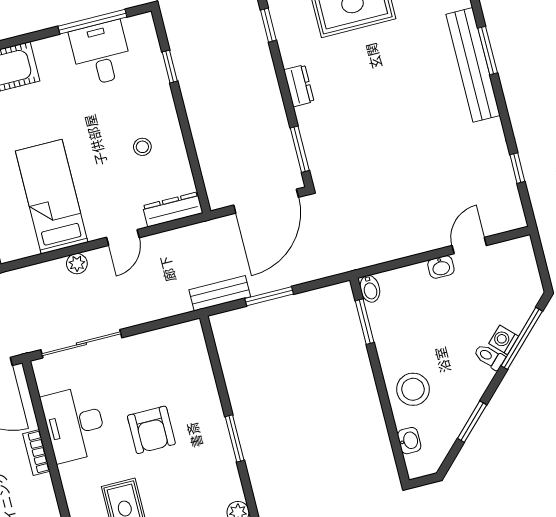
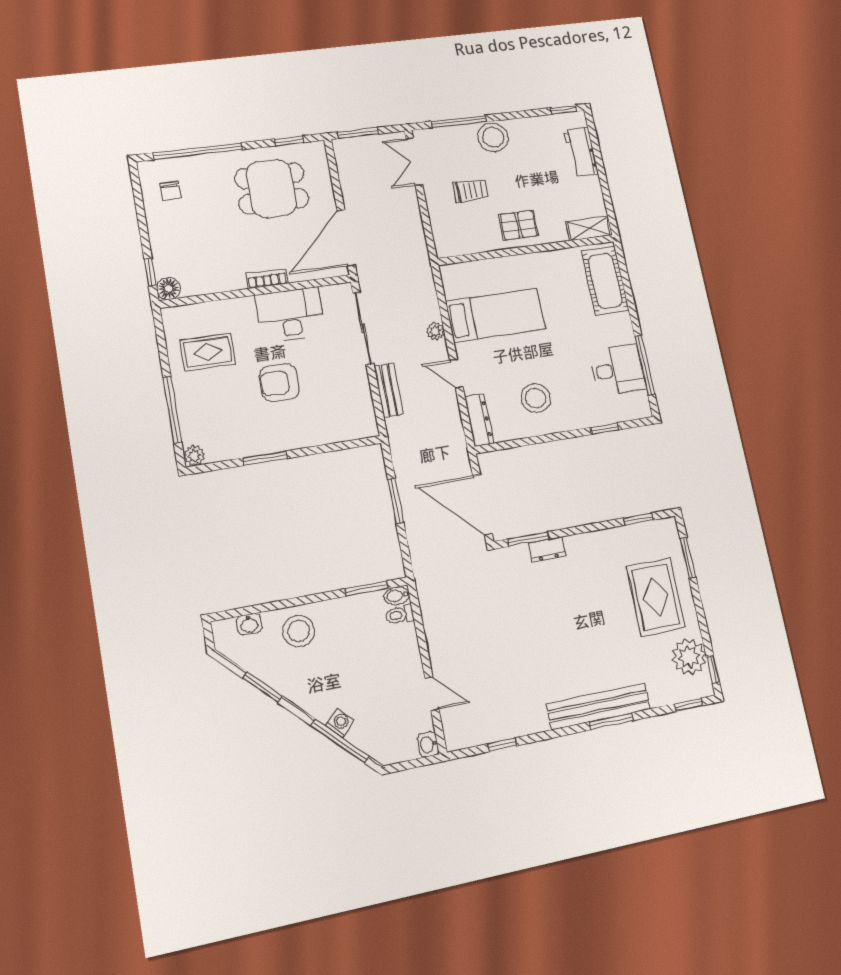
dresser: (299, 86) -> (547, 549), moved
stool: (142, 147) -> (536, 398), width x1.89, depth x1.89
washbasin: (441, 267) -> (428, 744), moved
bench: (220, 293) -> (389, 390), moved
toilet: (489, 357) -> (400, 615), moved, turned -135

